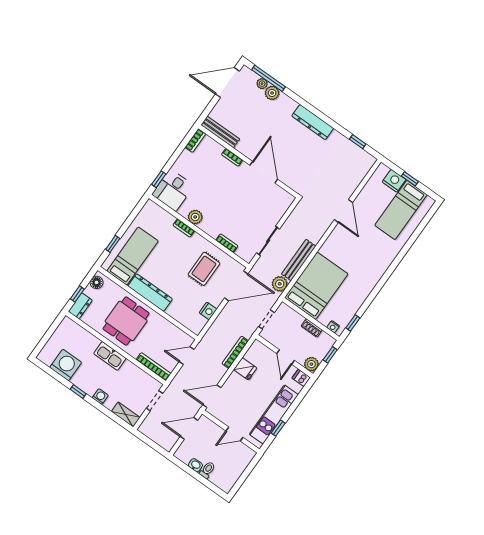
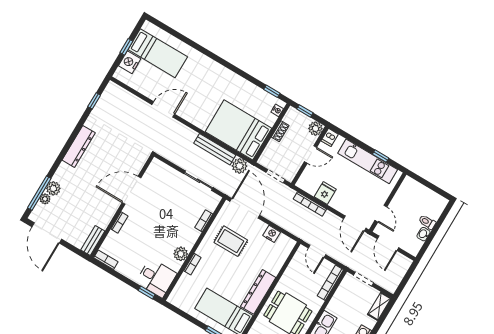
bench: (220, 132) -> (93, 240), width x0.73
door: (234, 434) -> (381, 214), moved

